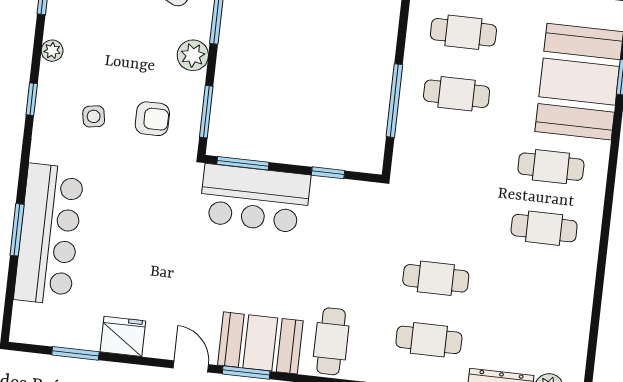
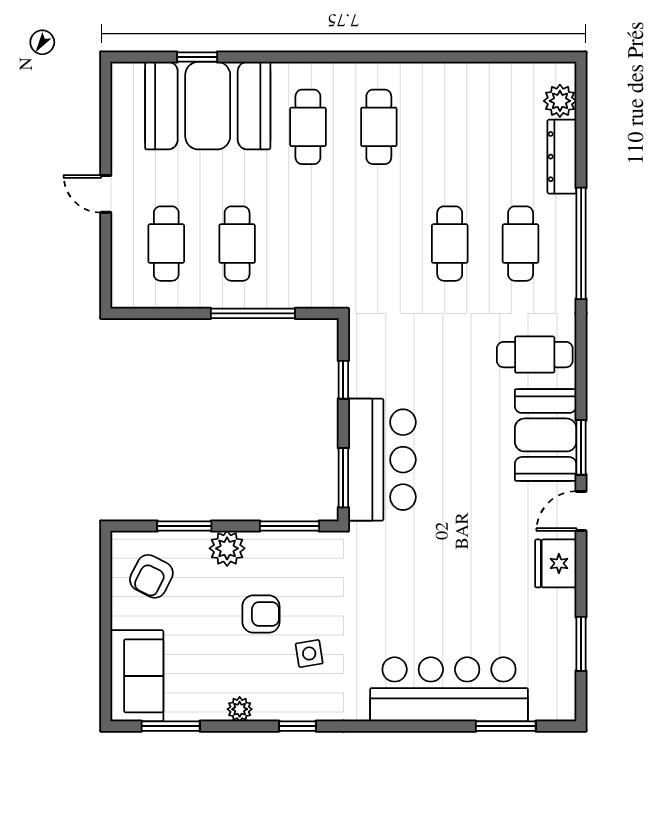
armchair: (152, 119) -> (261, 614), moved, turned 90
window: (17, 230) -> (506, 726), moved
fridge: (123, 336) -> (556, 563), moved

